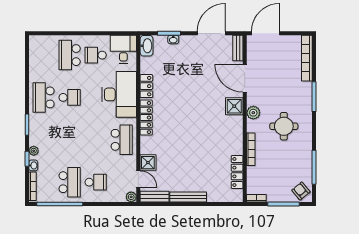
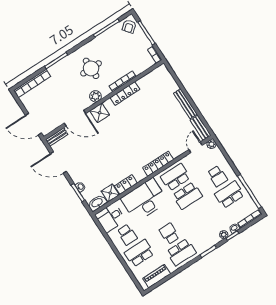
school desk: (70, 55) -> (139, 253), turned 180
piano: (36, 58) -> (157, 276), added
door: (245, 78) -> (75, 118), hinge flipped
locker: (146, 118) -> (158, 164), moved
school desk: (96, 140) -> (187, 196), added
shower: (148, 163) -> (110, 193), moved
locker: (237, 172) -> (125, 94), moved
school desk: (96, 182) -> (217, 176), turned 180

